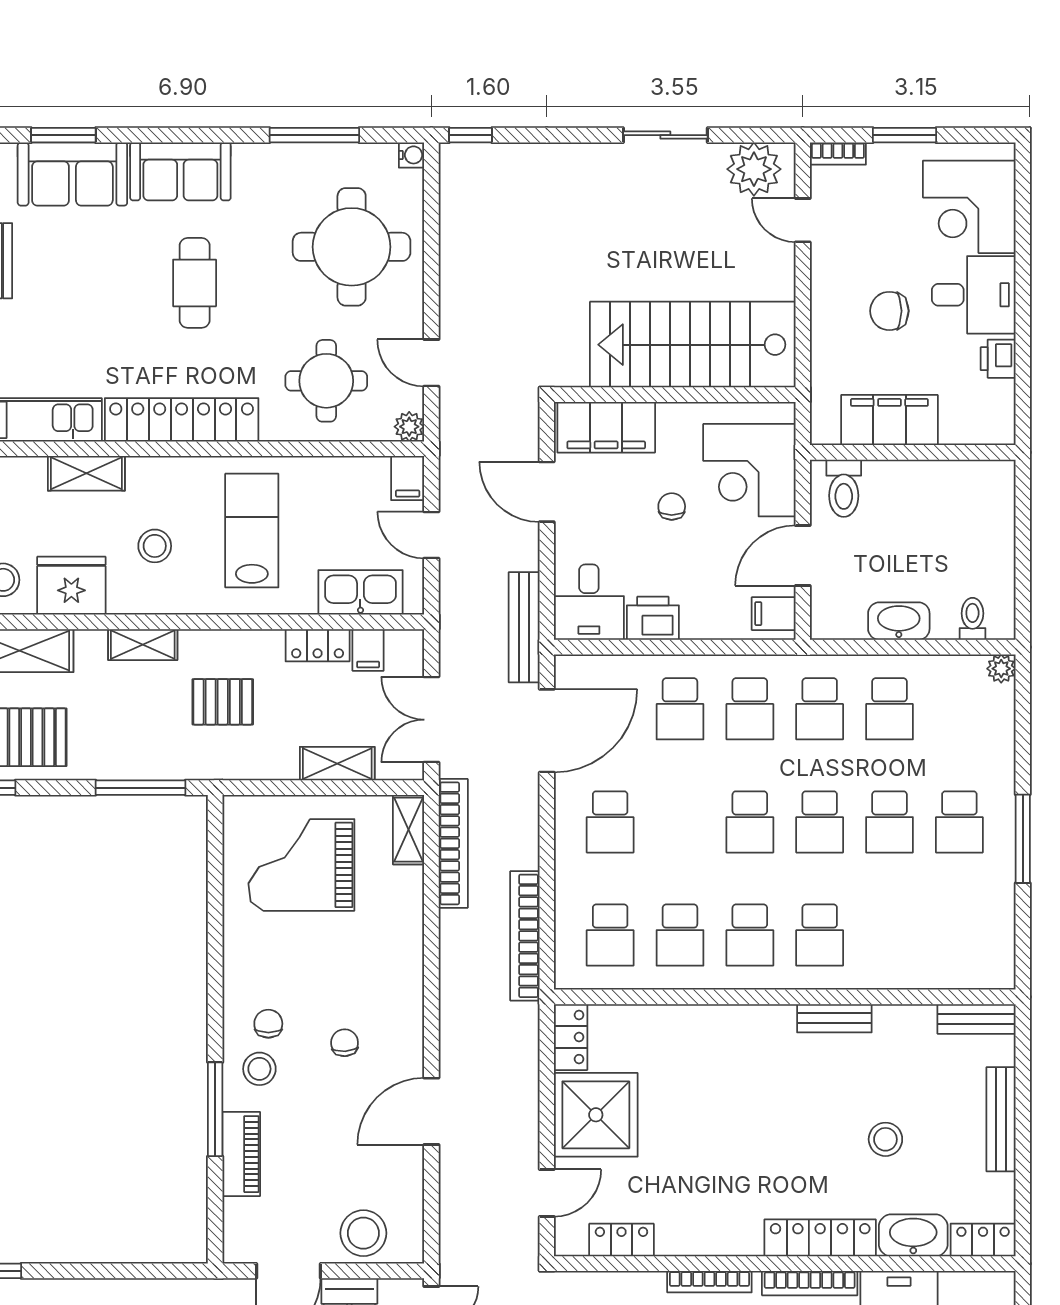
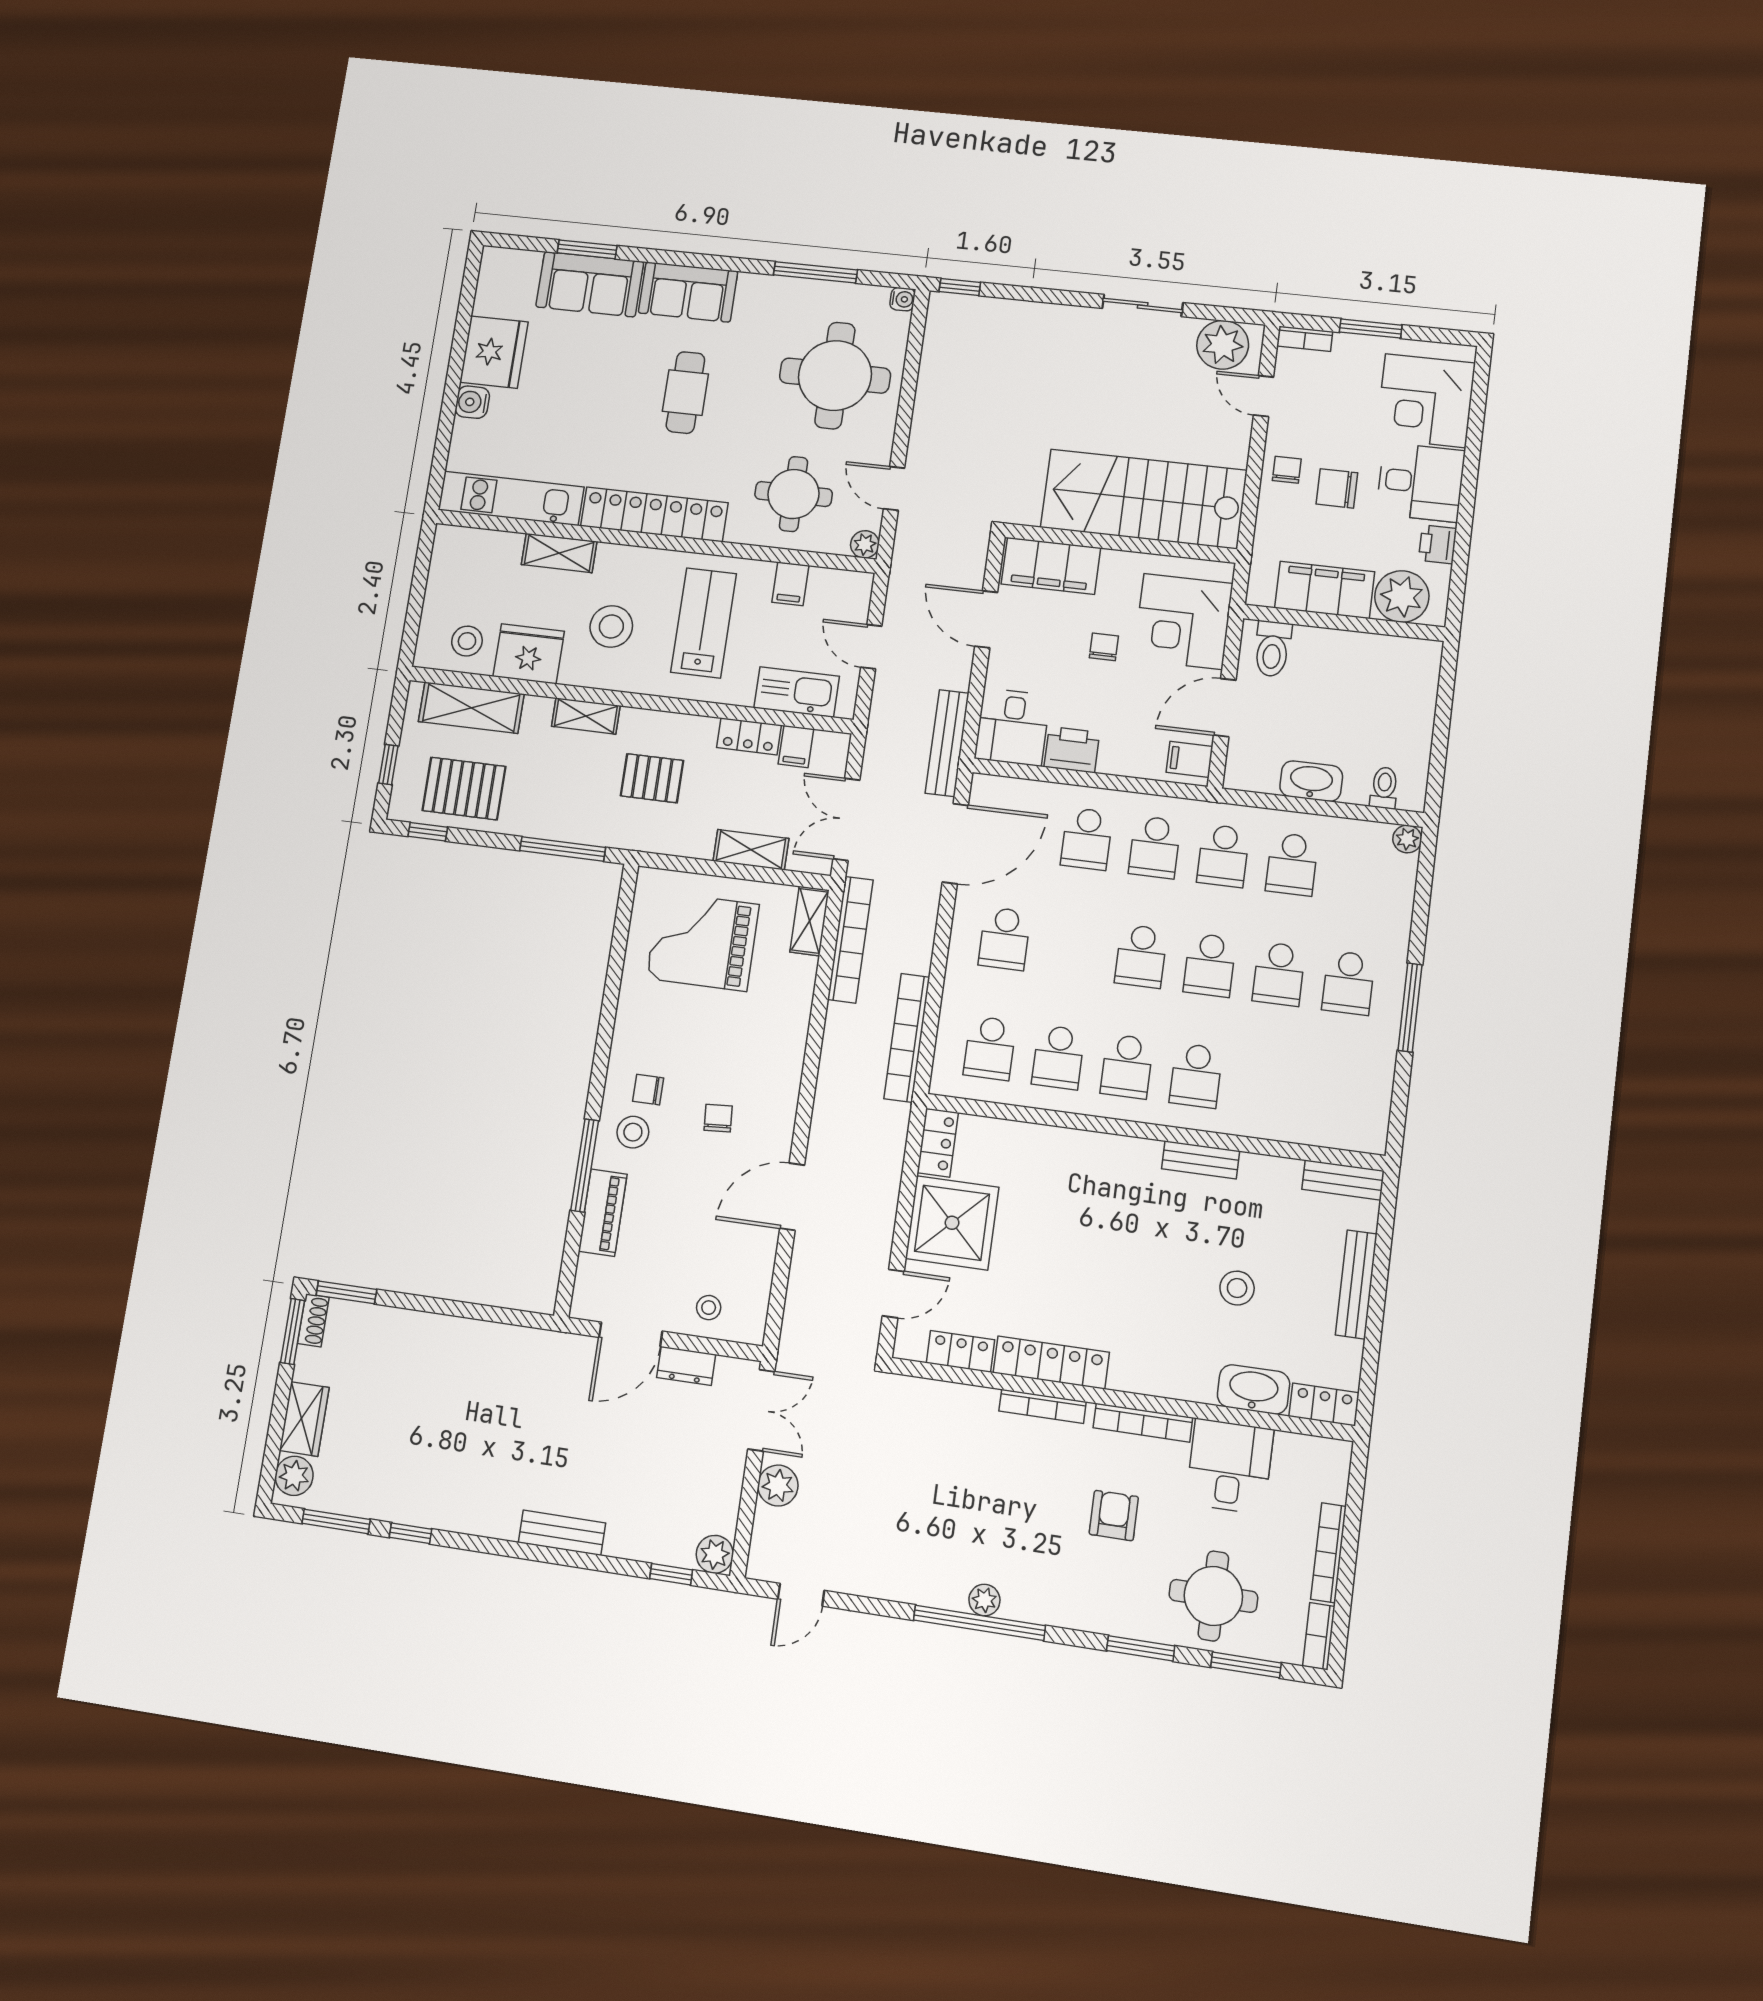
chair: (836, 297) -> (1287, 470), added
plant: (968, 418) -> (1402, 596), added
filing cabinet: (408, 478) -> (790, 584), moved
stool: (155, 546) -> (611, 626), width x1.38, depth x1.38
chair: (268, 1024) -> (648, 1090), turned -90
stool: (363, 1233) -> (709, 1308), width x0.53, depth x0.53
locker: (820, 1238) -> (1051, 1363), moved

